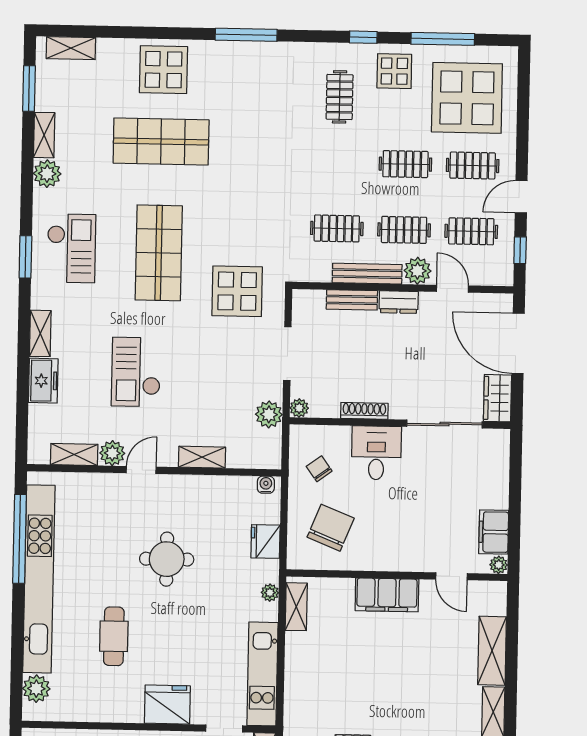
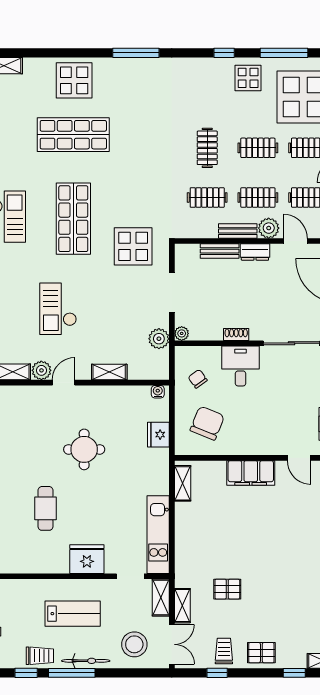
clothes rail: (340, 97) -> (207, 148), moved
bench: (367, 274) -> (238, 231), width x0.73
shoe rack: (364, 411) -> (236, 334), width x0.70
plant: (270, 593) -> (162, 473), removed

